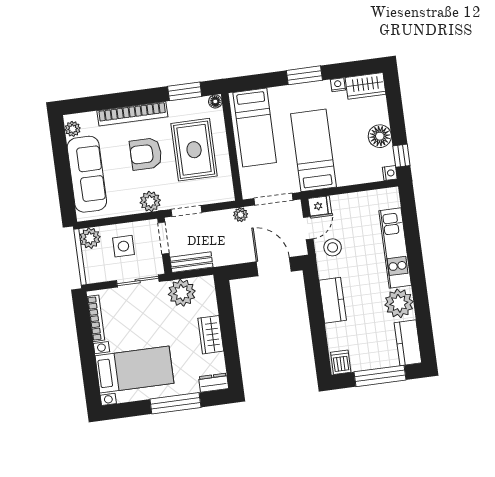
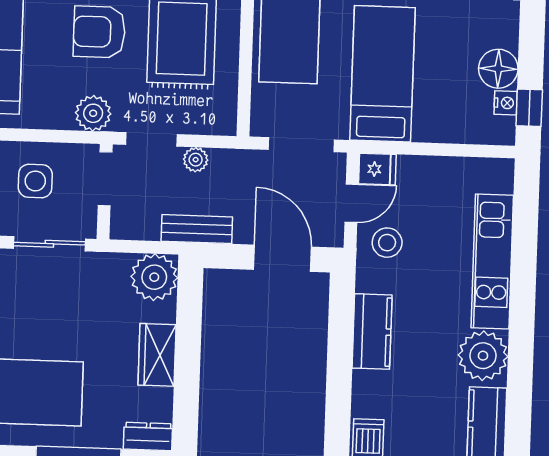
nightstand: (390, 173) -> (506, 103), moved
plant: (241, 215) -> (196, 160), moved
bench: (191, 262) -> (197, 229), moved
plant: (182, 293) -> (154, 277), moved

